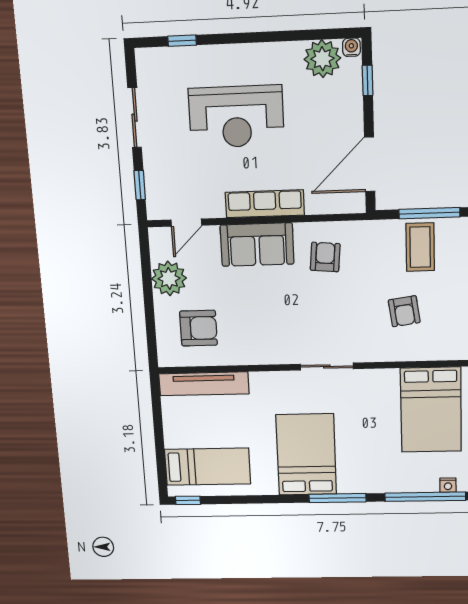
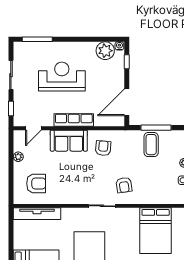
window: (182, 41) -> (37, 39), width x2.17
reception desk: (236, 117) -> (62, 77), turned 180
plant: (169, 278) -> (18, 157), width x0.53, depth x0.53
armchair: (404, 311) -> (124, 185), moved

